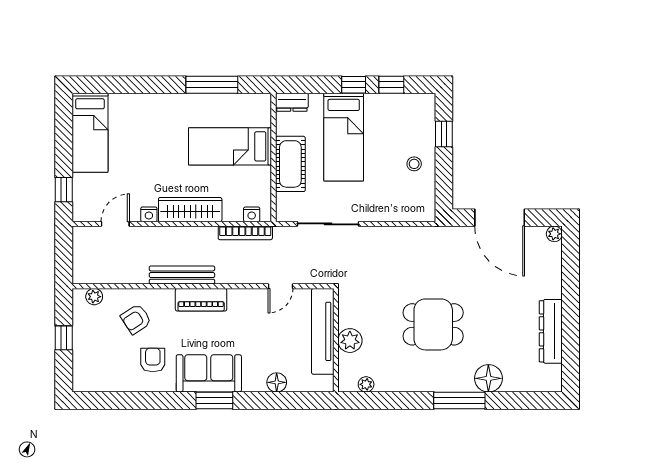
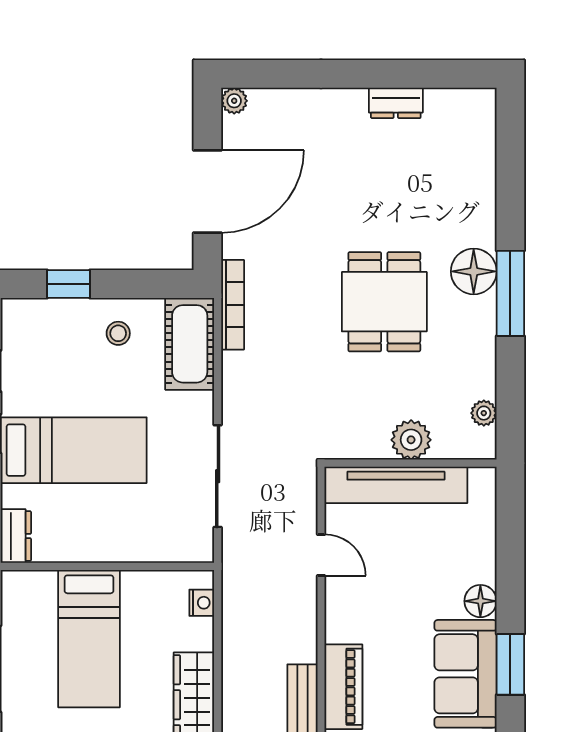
cot: (290, 164) -> (190, 344), moved, turned 90
bookcase: (245, 233) -> (233, 305), moved
dresser: (551, 331) -> (396, 103), width x0.51, depth x0.80
floor lamp: (488, 378) -> (474, 271), moved
floor lamp: (277, 382) -> (480, 601), moved
window: (459, 400) -> (510, 293), moved

